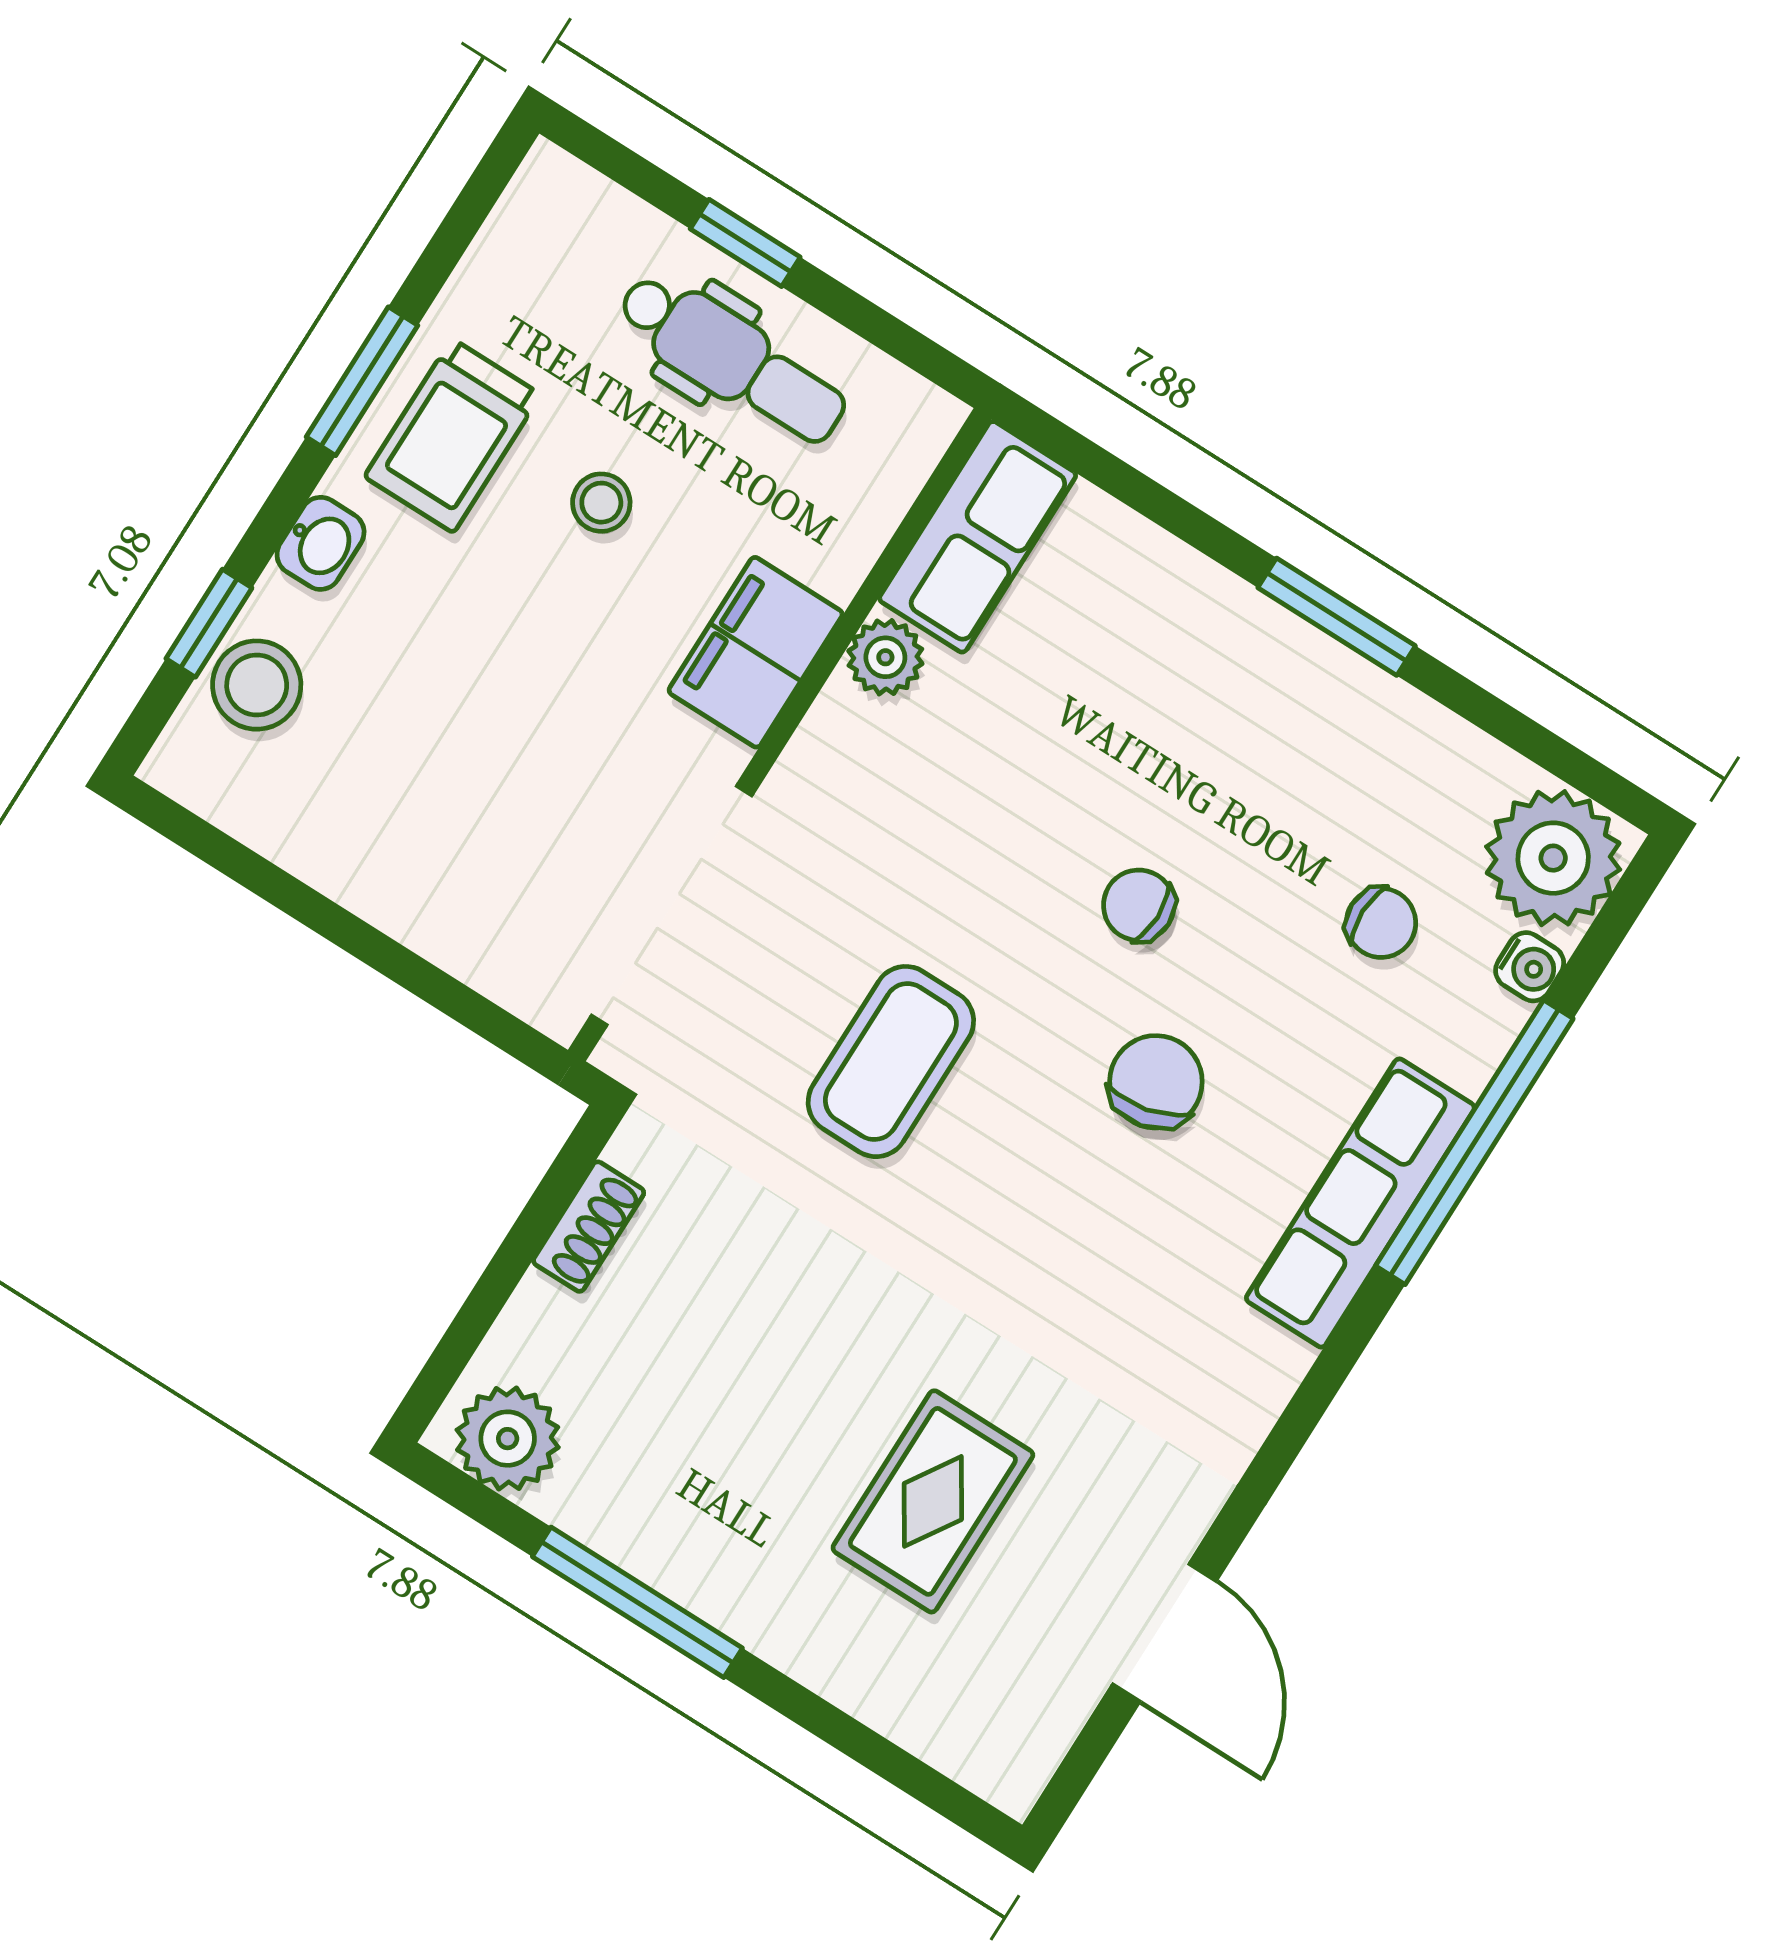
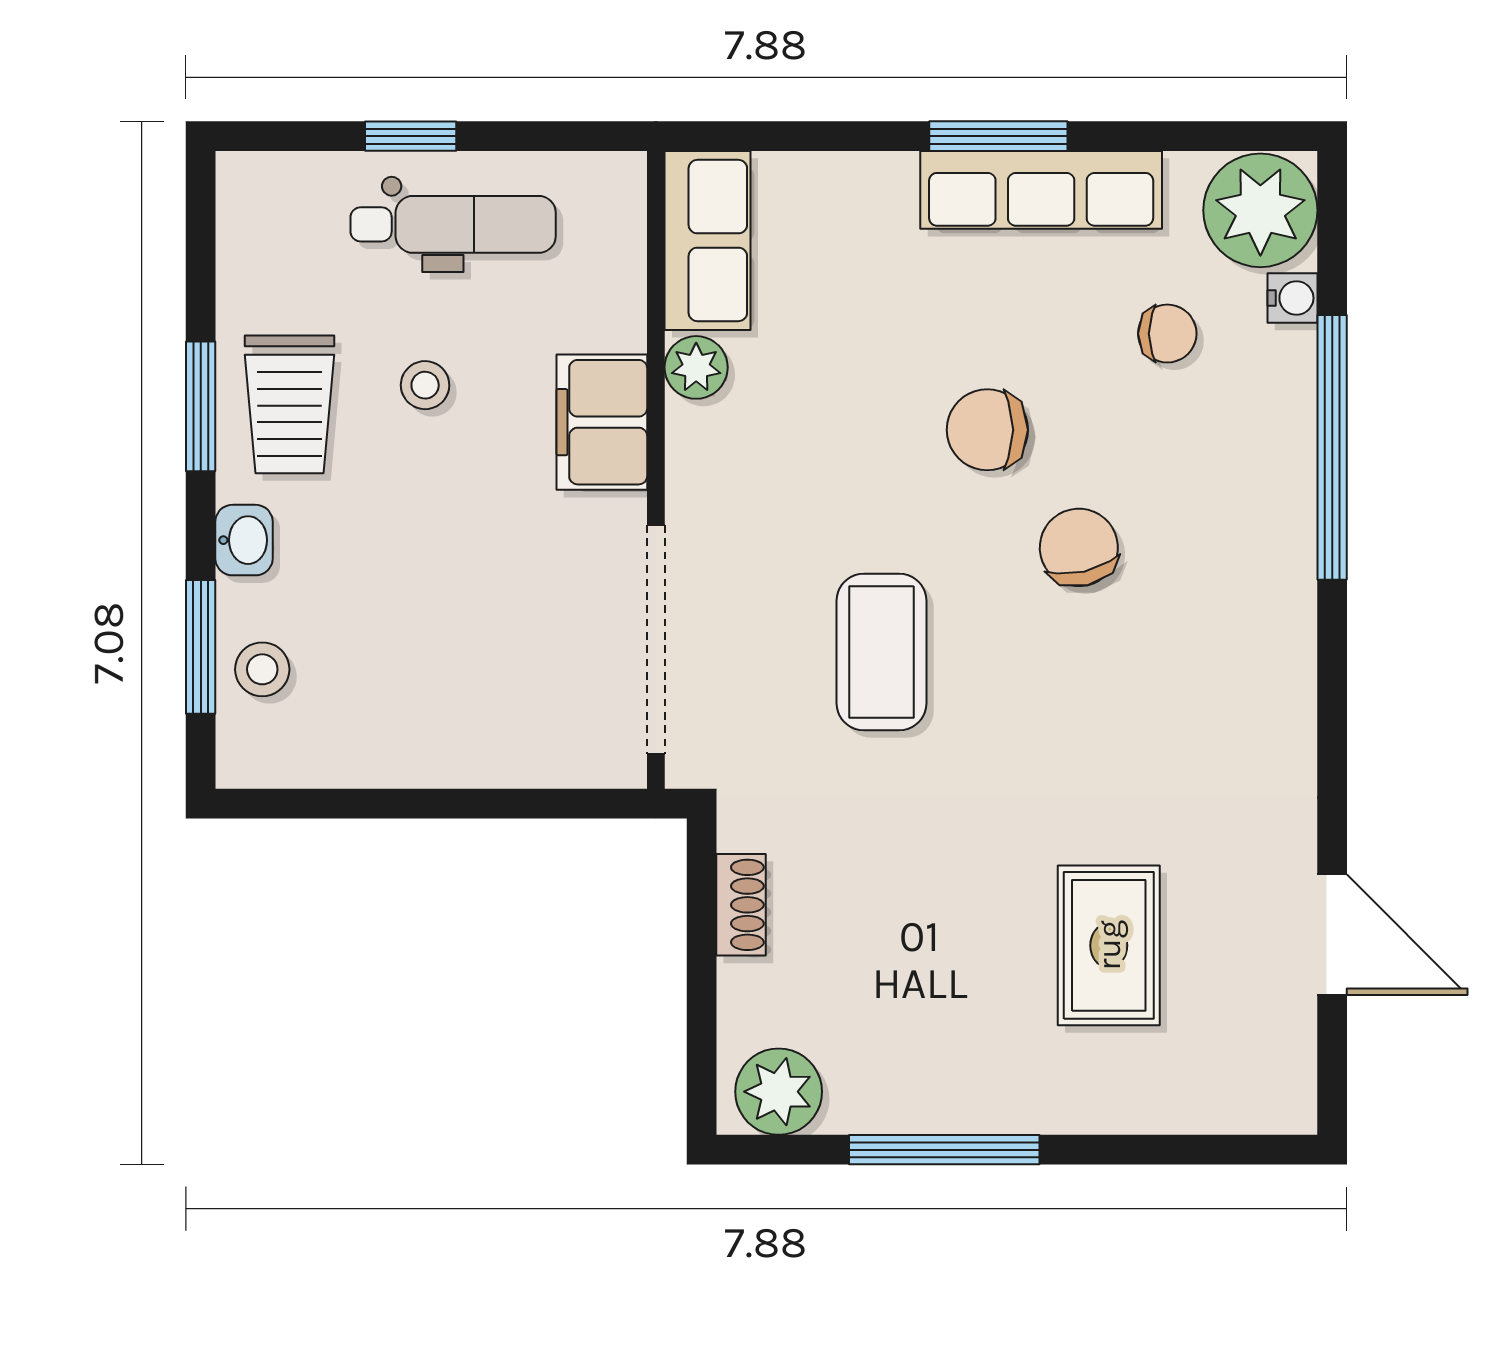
window: (209, 623) -> (201, 647), width x1.50
stool: (257, 685) -> (262, 669), width x0.73, depth x0.73
chair: (1139, 905) -> (987, 430), width x1.37, depth x1.37
row of seats: (1360, 1203) -> (1041, 190), moved, turned -90

